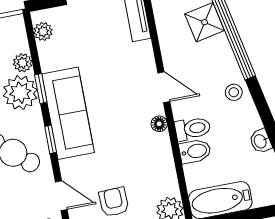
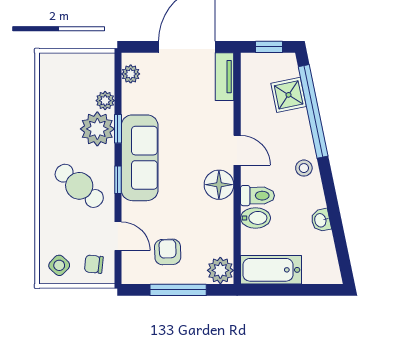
floor lamp: (159, 124) -> (219, 185), width x1.89, depth x1.89

